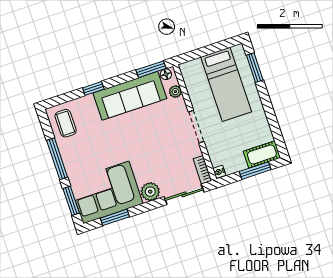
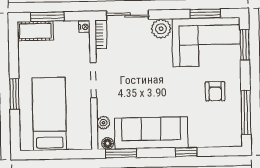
window: (255, 68) -> (14, 94), moved
coffee table: (66, 123) -> (225, 125), removed
armchair: (84, 151) -> (215, 91), added
window: (57, 159) -> (246, 112), moved

